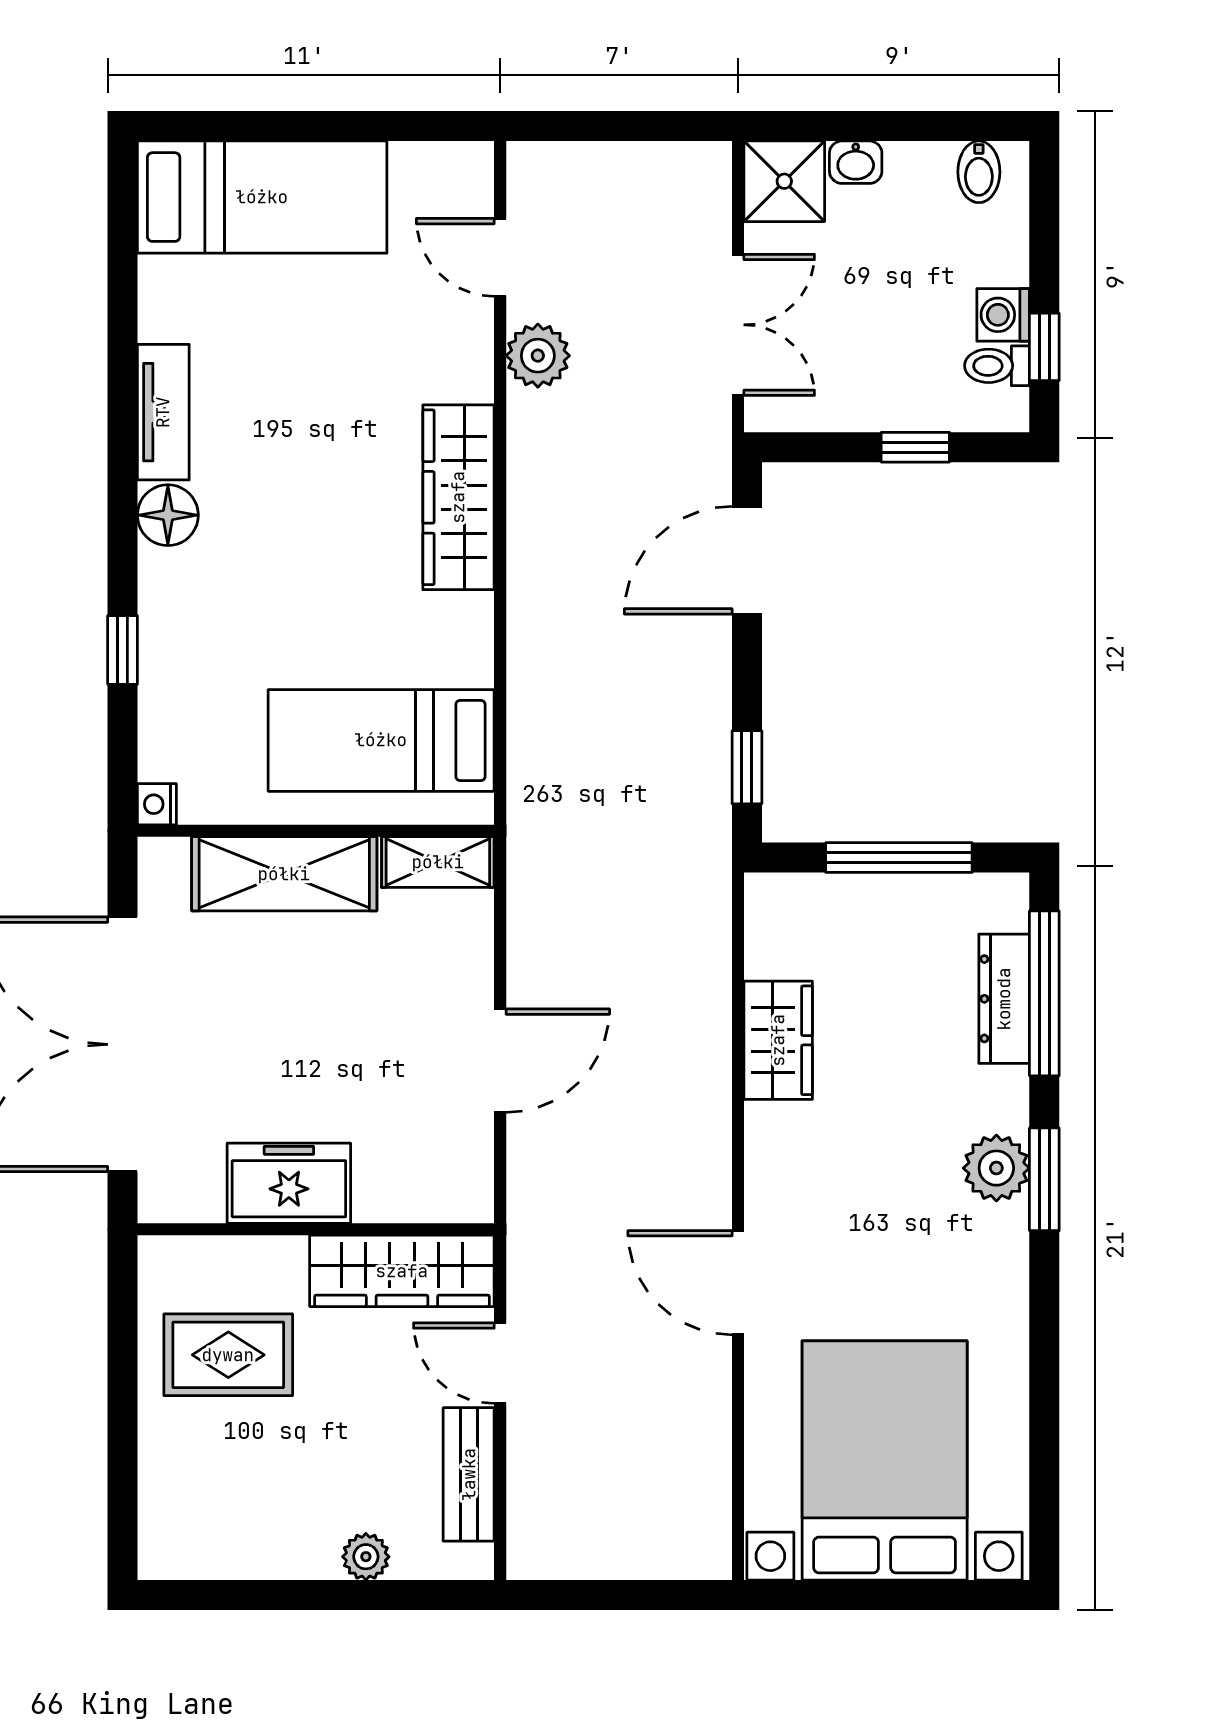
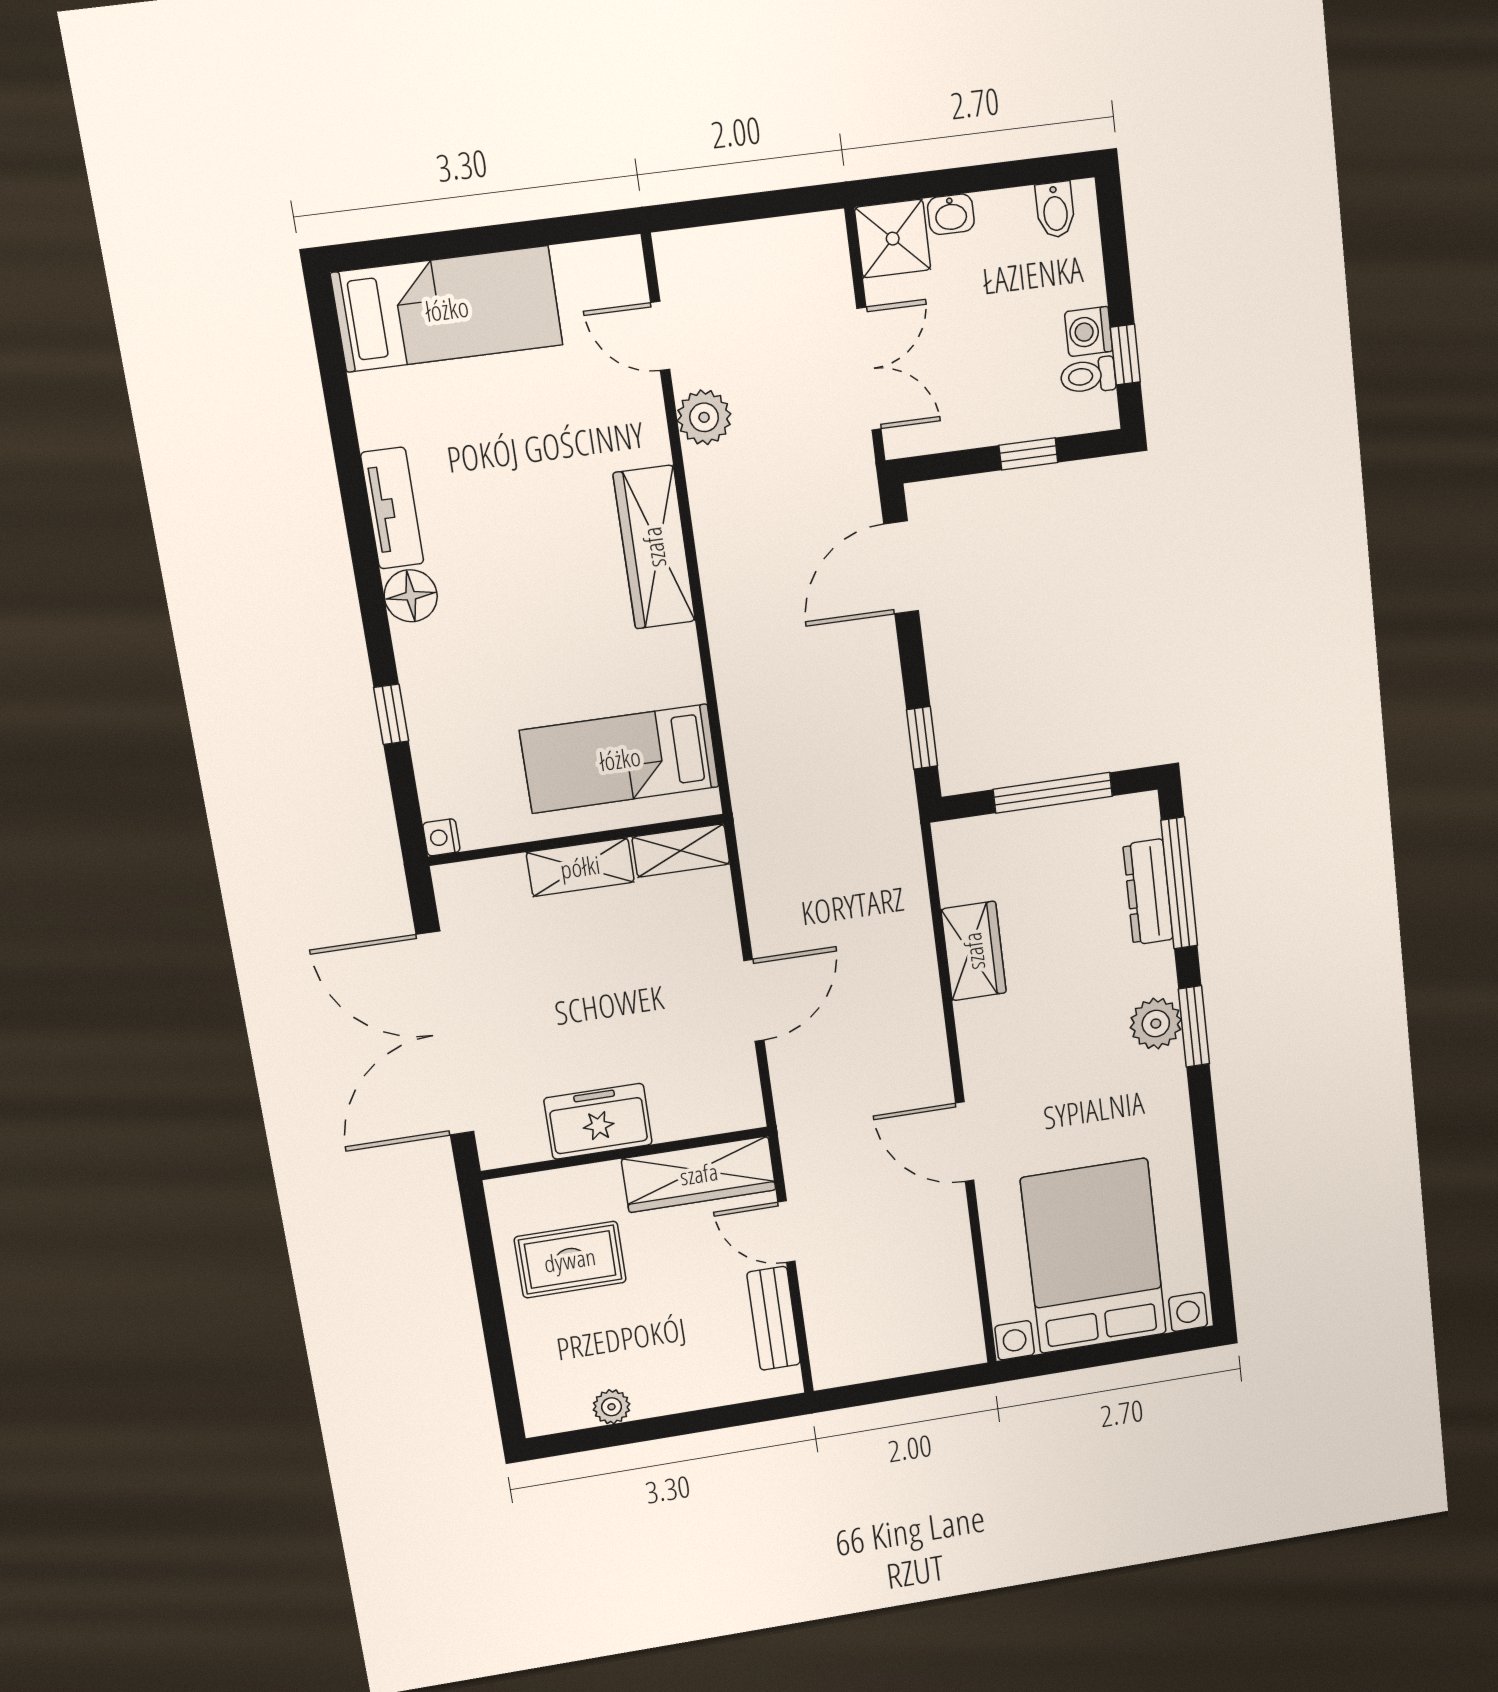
shelving: (284, 874) -> (580, 867), width x0.67, depth x0.75
plant: (366, 1557) -> (612, 1407), moved

